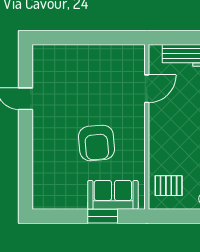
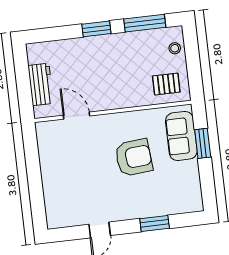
window: (25, 156) -> (155, 223), added
pallet: (169, 186) -> (166, 84), turned 90

